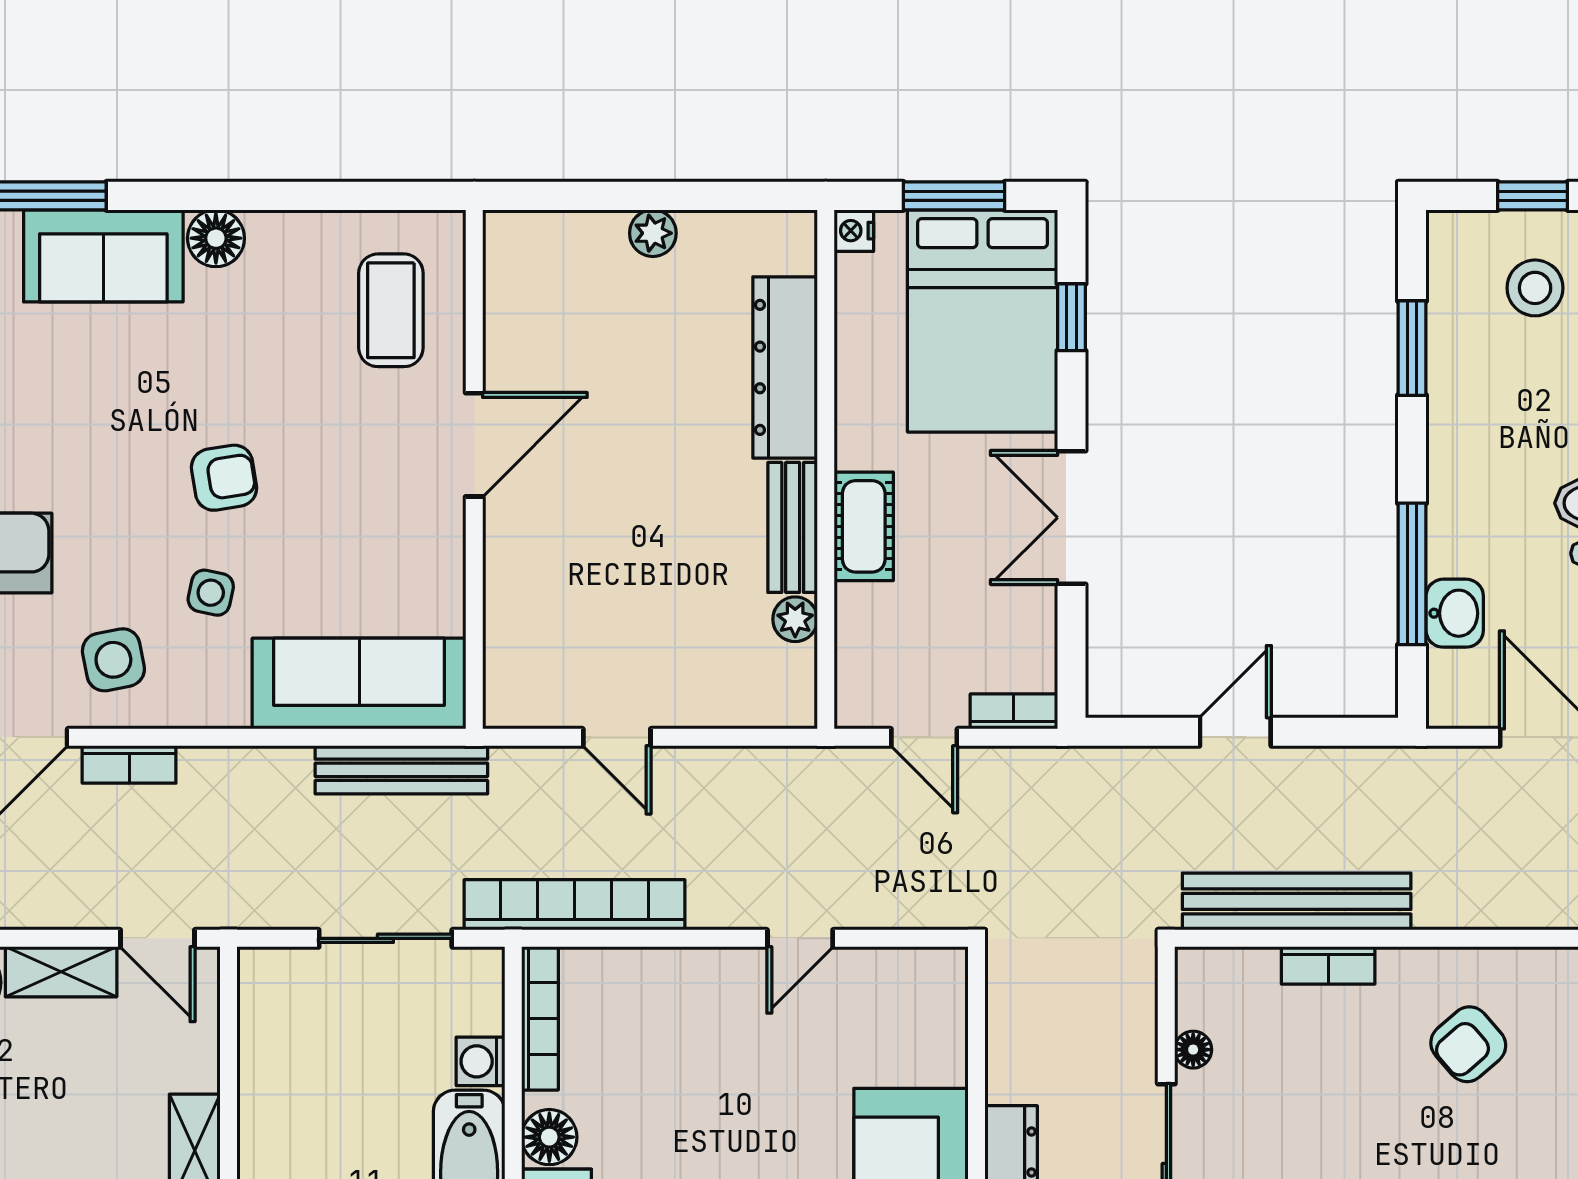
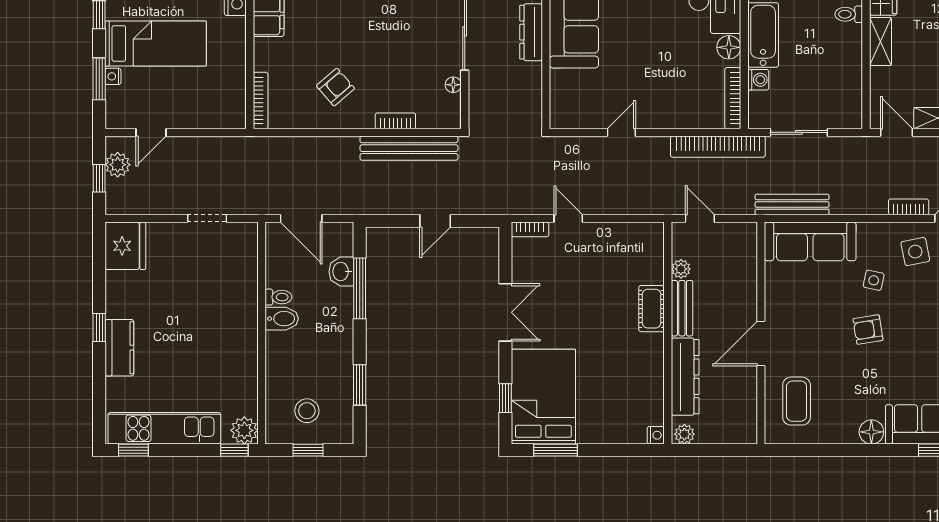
nightstand: (854, 231) -> (656, 435), moved
dresser: (785, 367) -> (685, 377), moved
wall: (826, 469) -> (668, 333), moved
cot: (864, 526) -> (652, 309), moved
bench: (793, 527) -> (682, 308), moved
plant: (795, 619) -> (681, 269), moved

